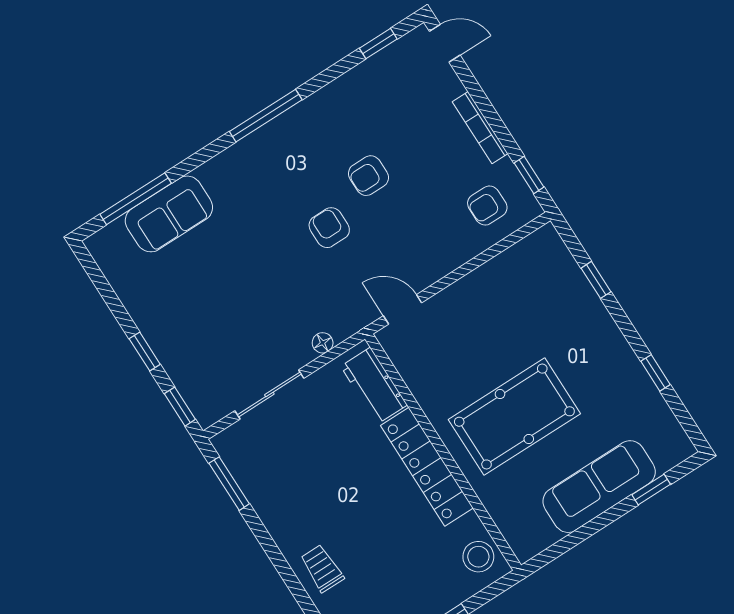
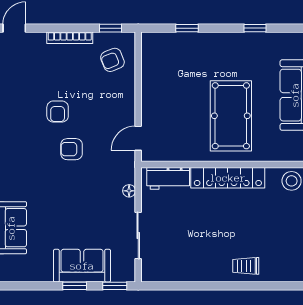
armchair: (487, 206) -> (112, 60), turned 68
sofa: (179, 344) -> (82, 266), added
window: (229, 484) -> (171, 286), removed

